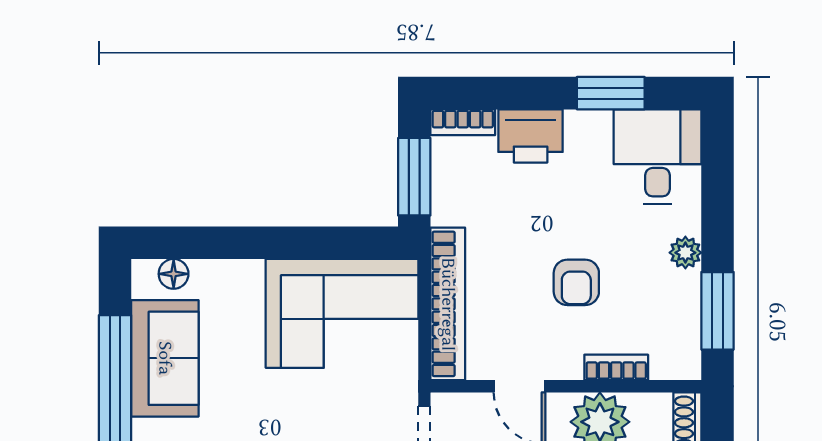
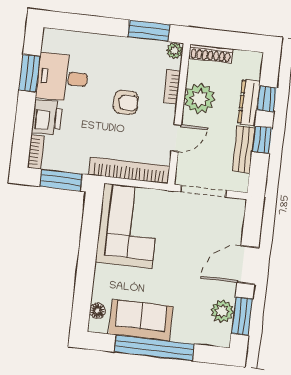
desk: (658, 157) -> (62, 78), moved
plant: (685, 253) -> (175, 51), moved

